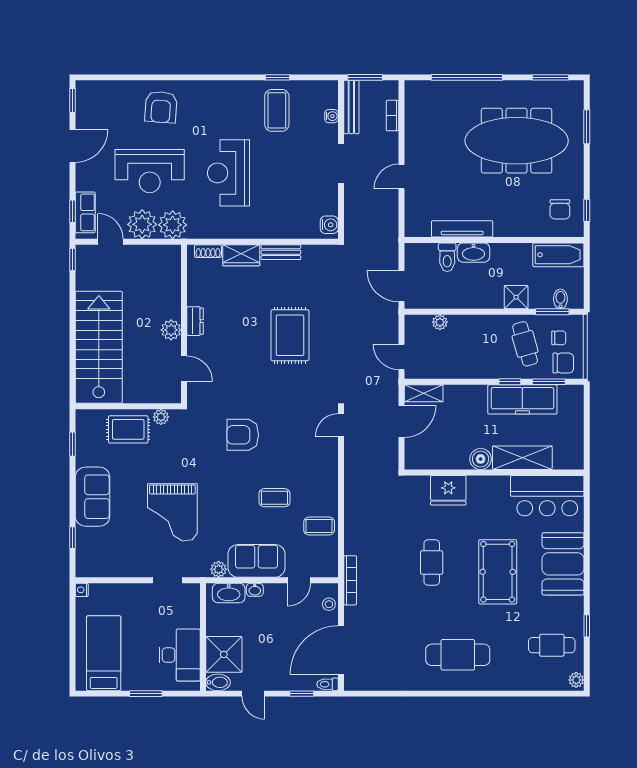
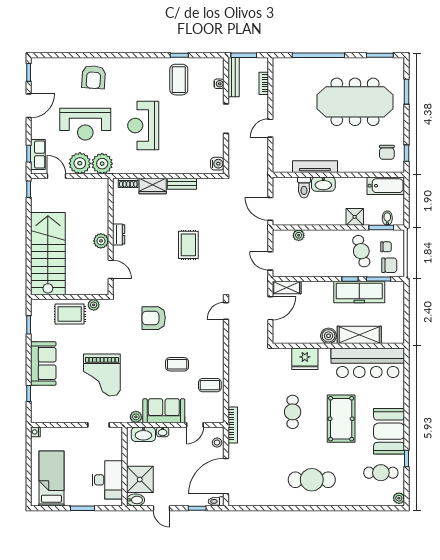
rug: (290, 335) -> (188, 245), width x0.73, depth x0.70
bar counter: (547, 496) -> (368, 363), width x1.36
booth: (563, 564) -> (389, 431), moved

